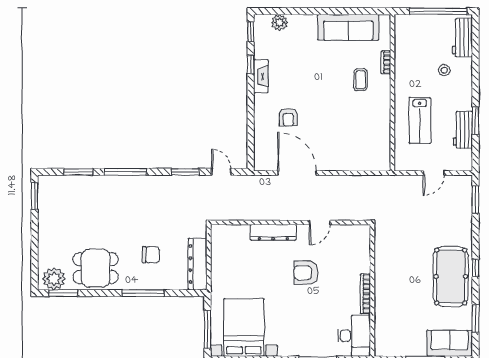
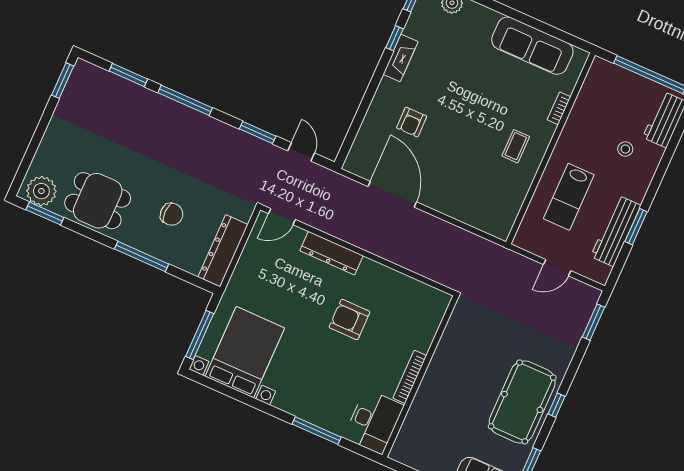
coffee table: (361, 80) -> (516, 146), moved
workbench: (463, 130) -> (616, 231), width x1.38
door: (320, 222) -> (282, 217), moved

